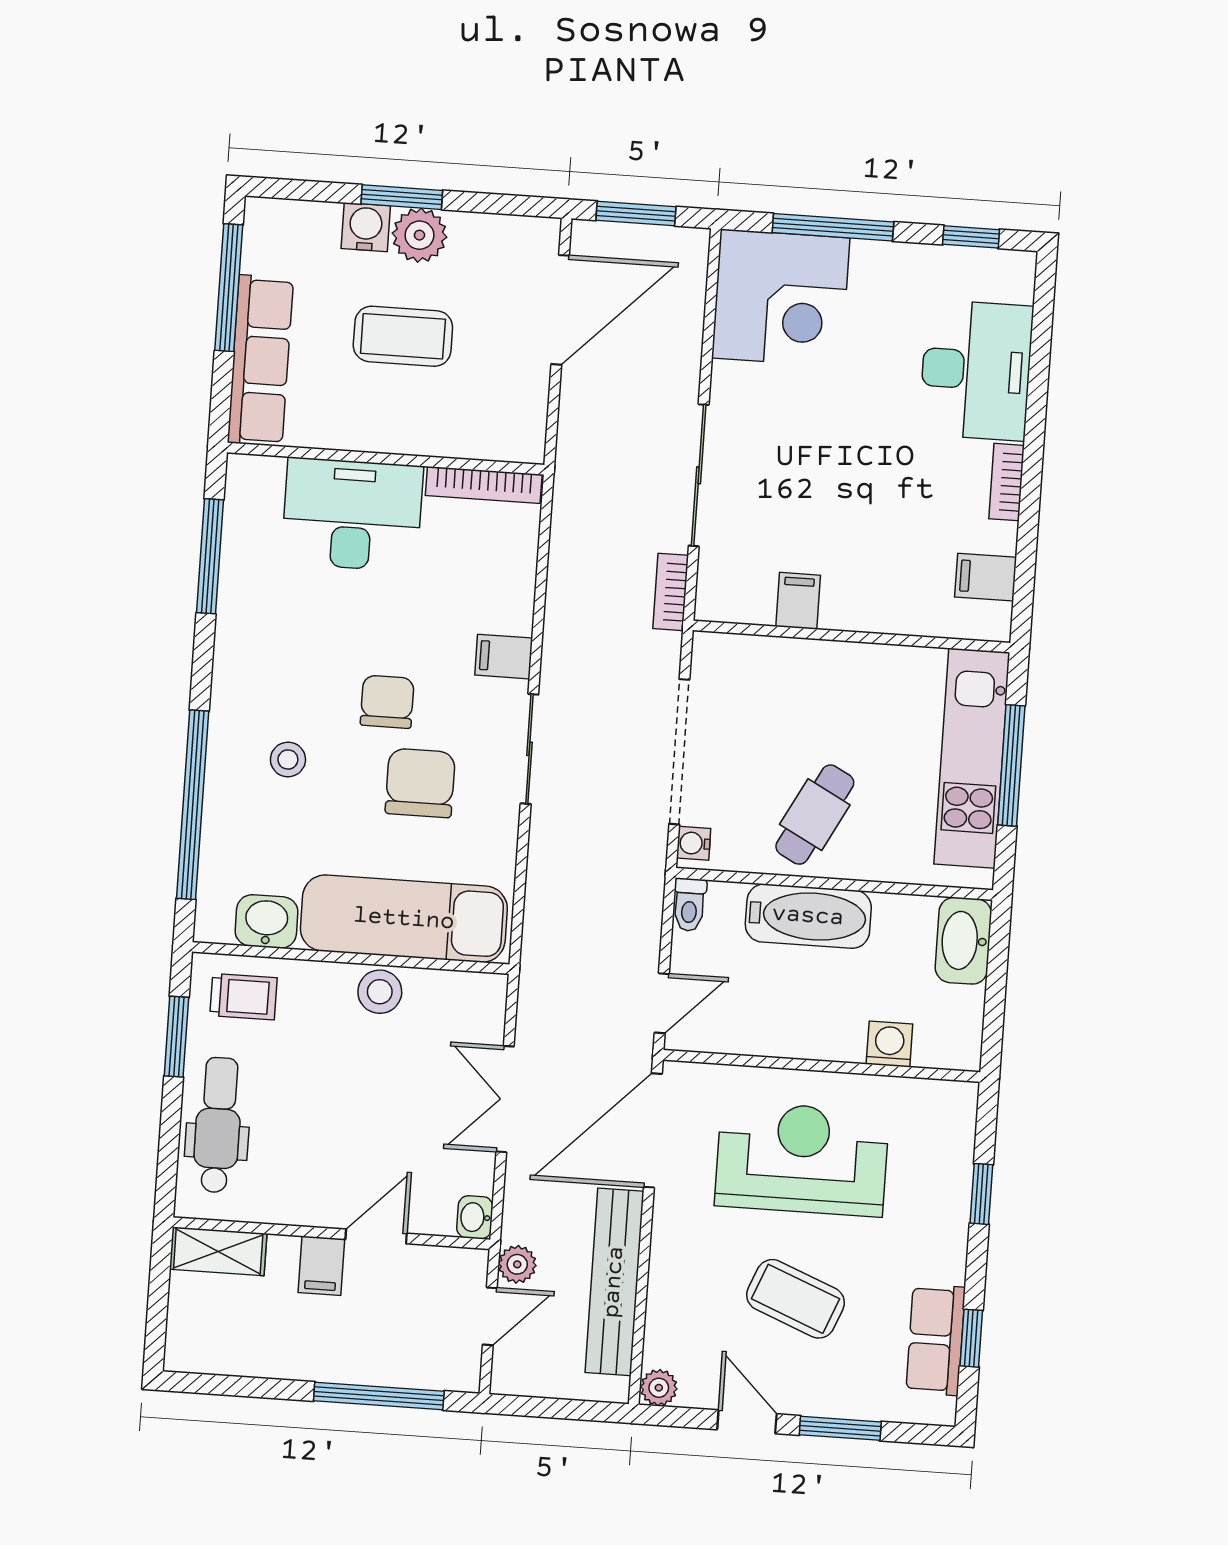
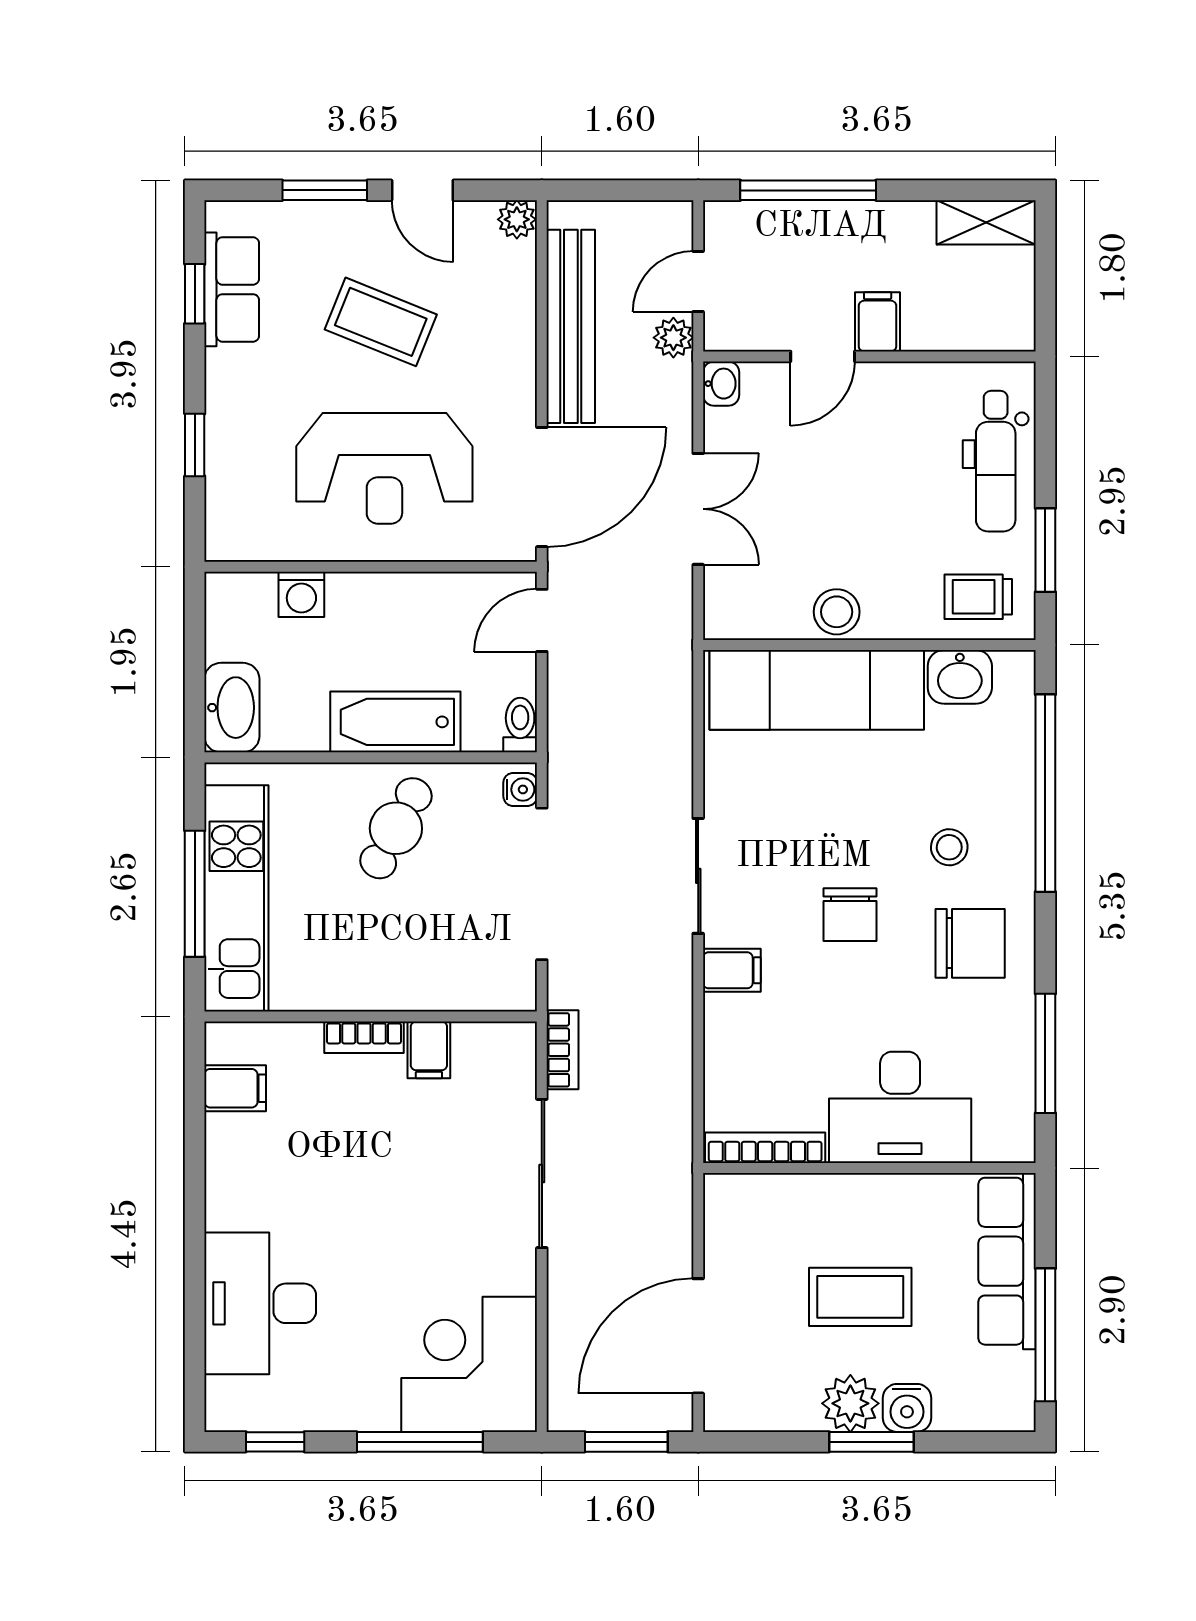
bookcase: (1007, 482) -> (364, 1037), moved, turned 90
chair: (420, 783) -> (970, 943), moved, turned -90
shelving: (218, 1251) -> (986, 222), moved

